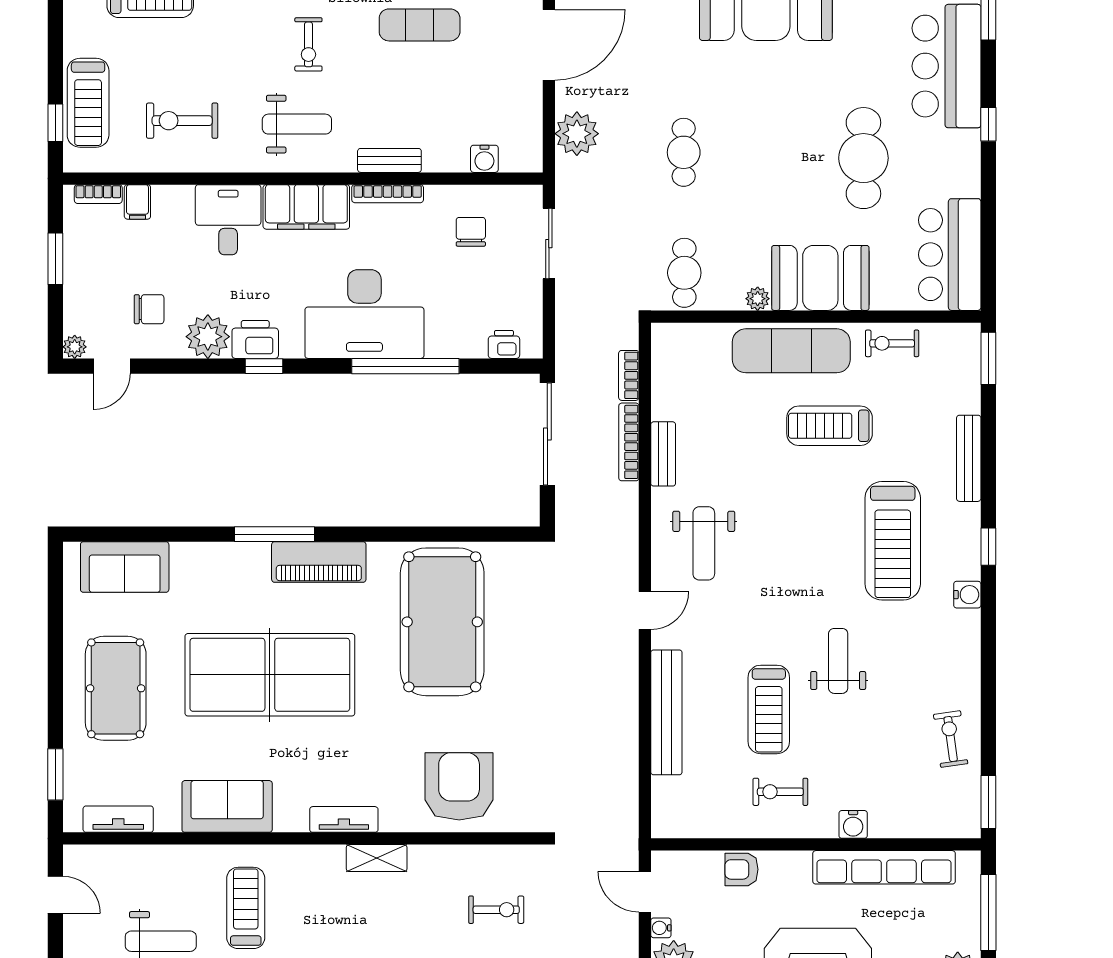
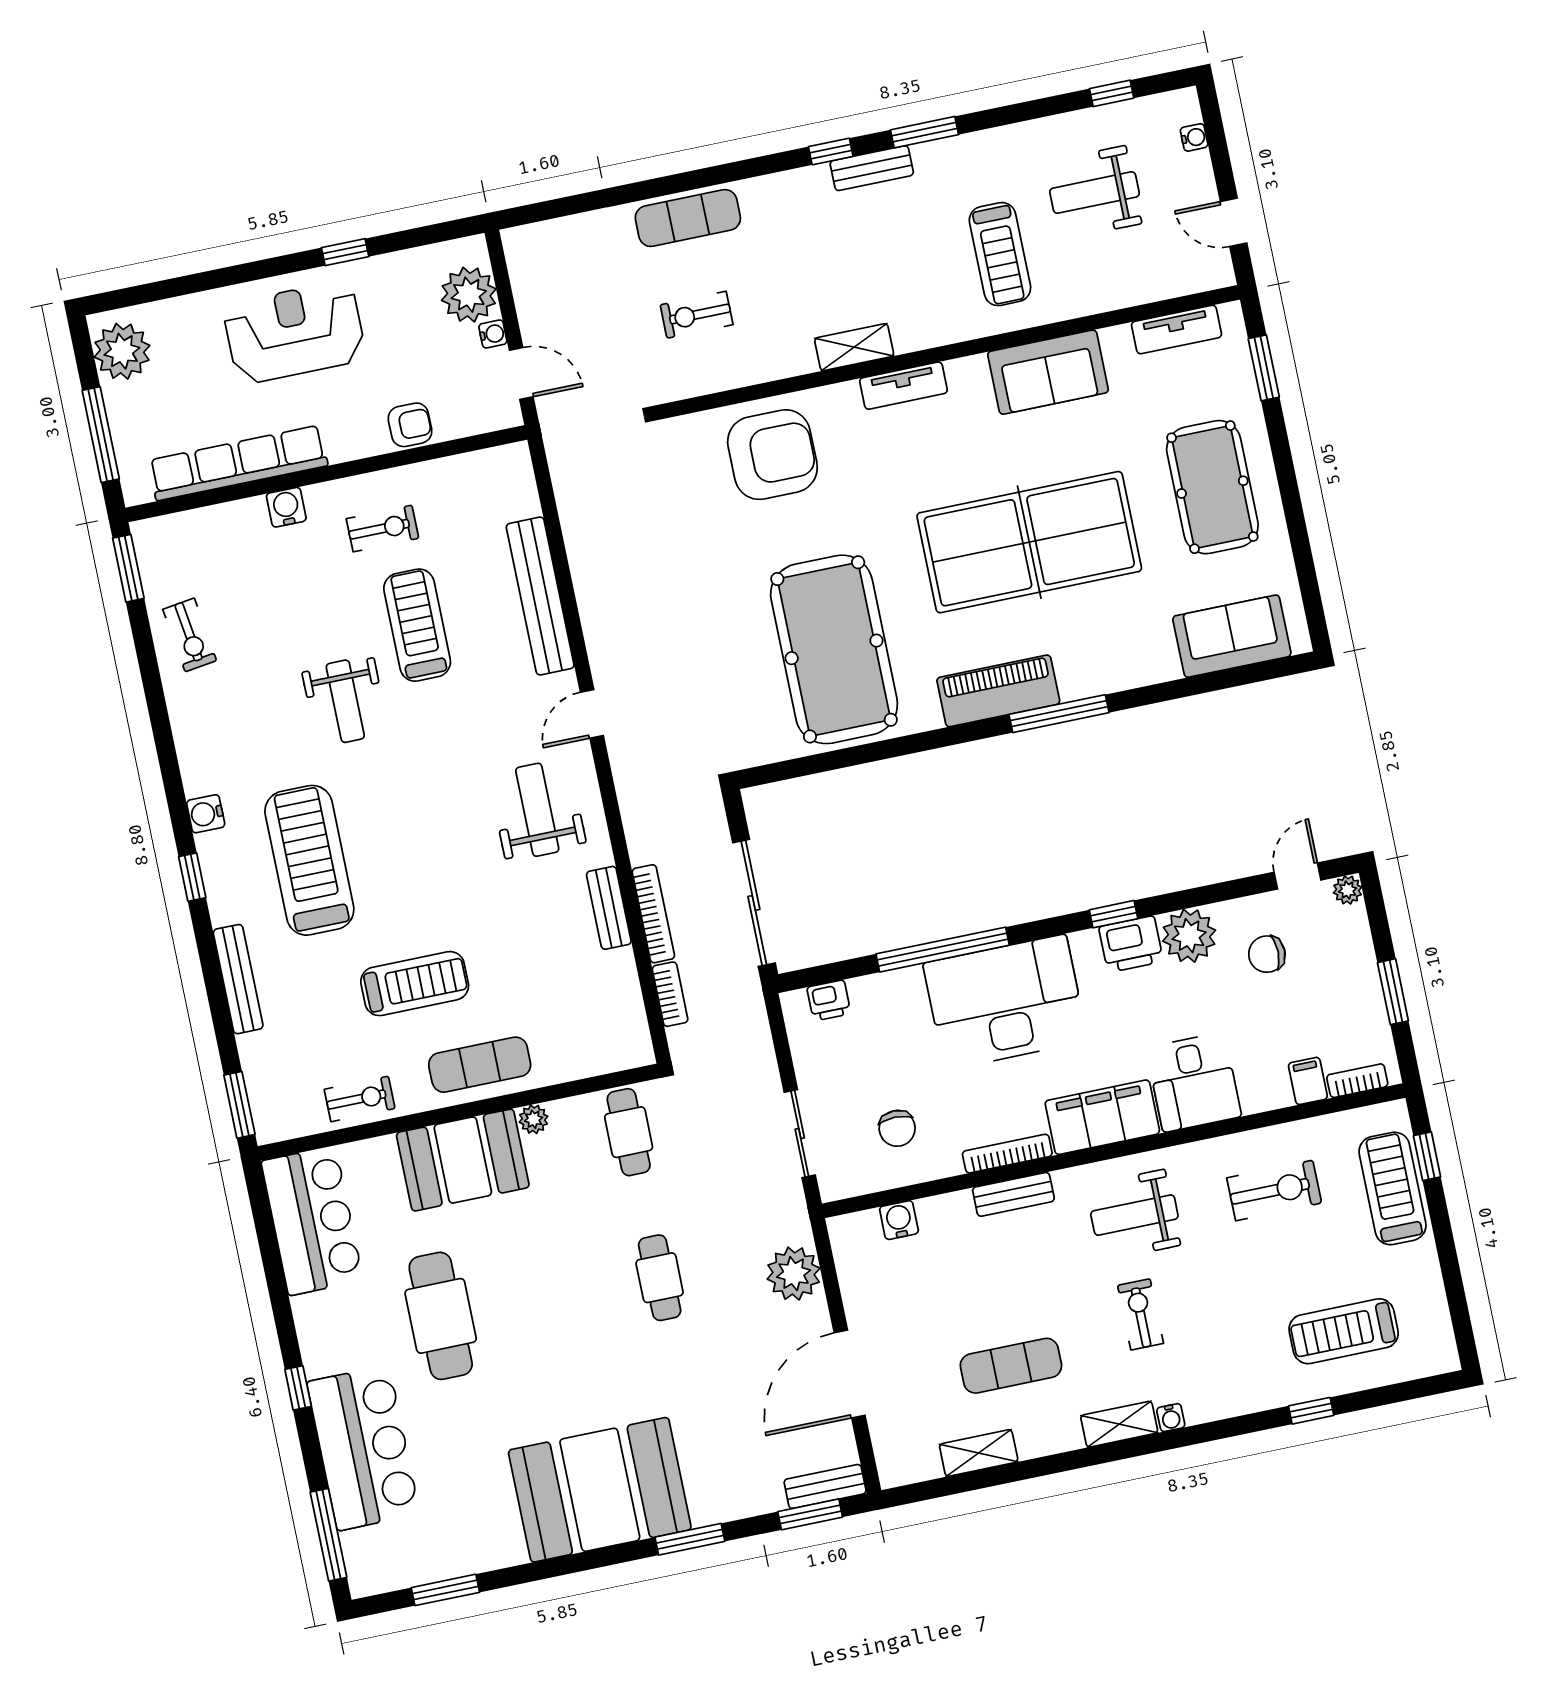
exercise mat: (791, 351) -> (480, 1065), width x0.73, depth x0.69
armchair: (459, 786) -> (772, 455), turned -90

